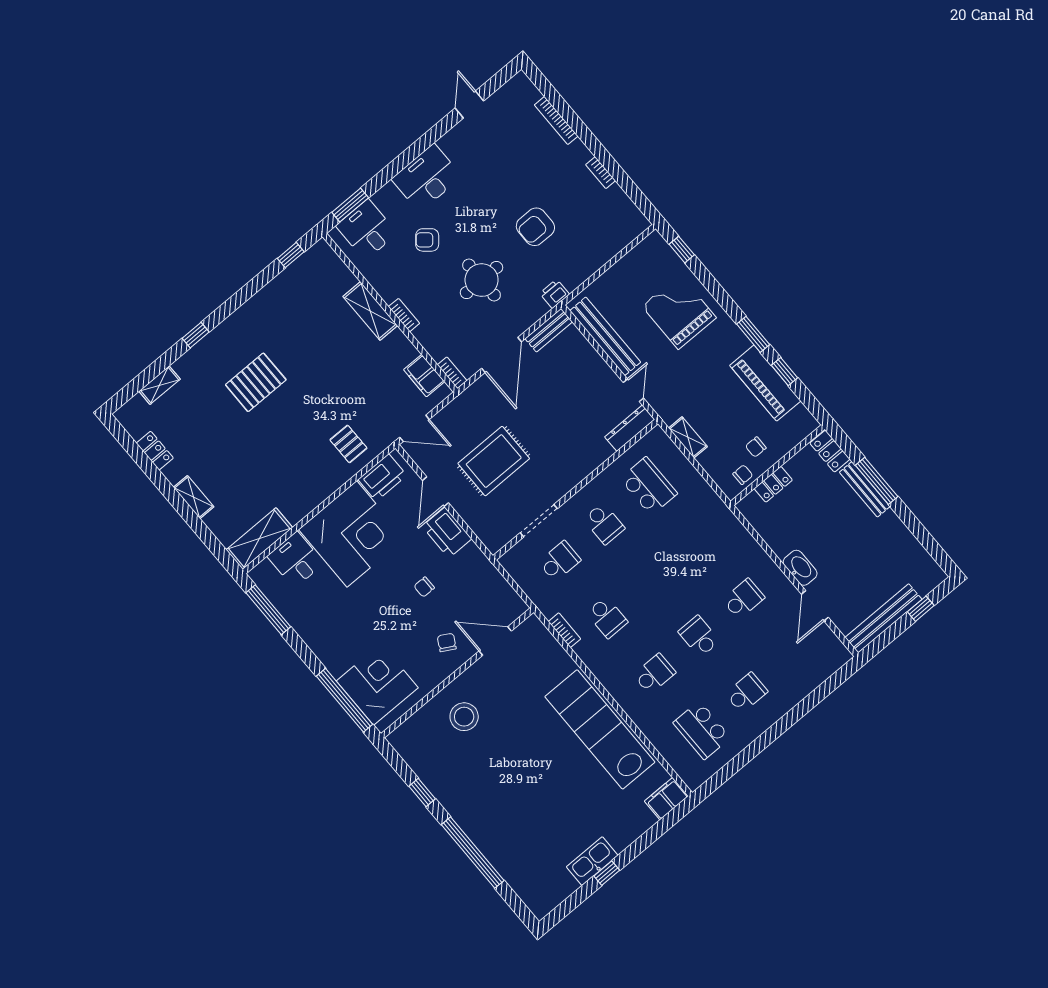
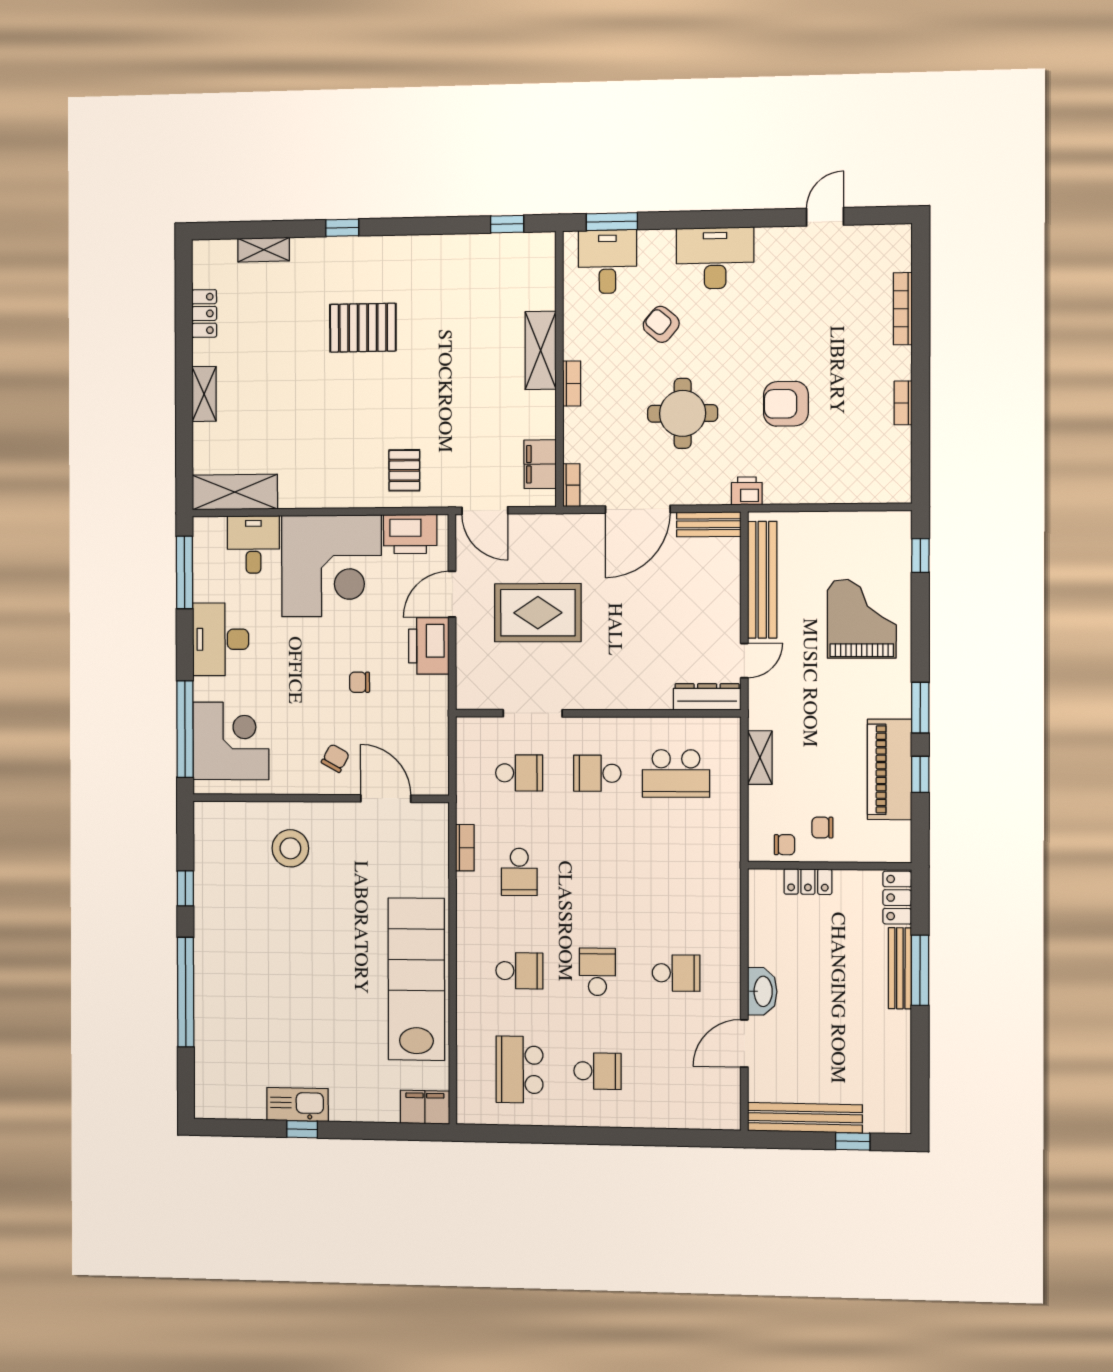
school desk: (649, 486) -> (676, 774), turned 90
school desk: (604, 524) -> (597, 773), turned 90
desk: (322, 631) -> (221, 639), added

